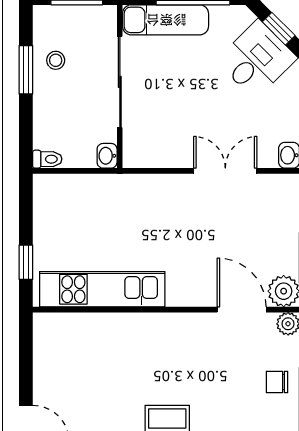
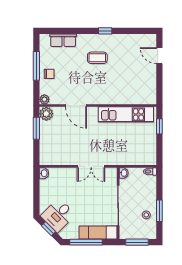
double door: (225, 171) -> (91, 166), moved
door: (242, 310) -> (76, 106), moved

